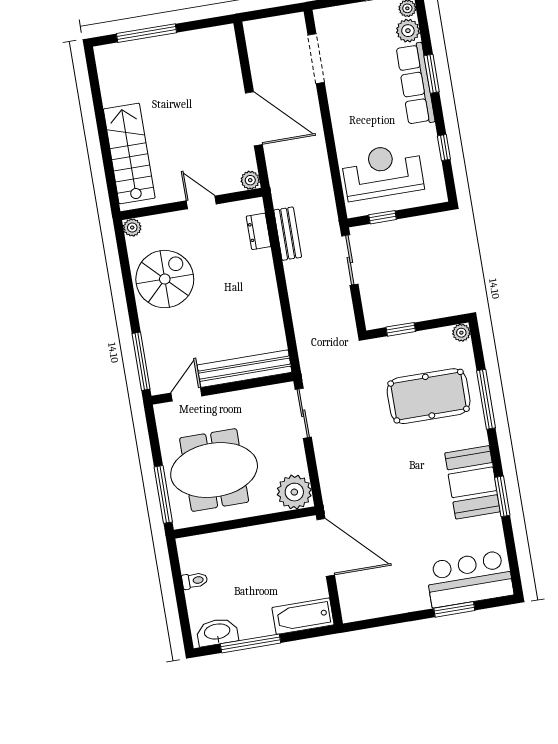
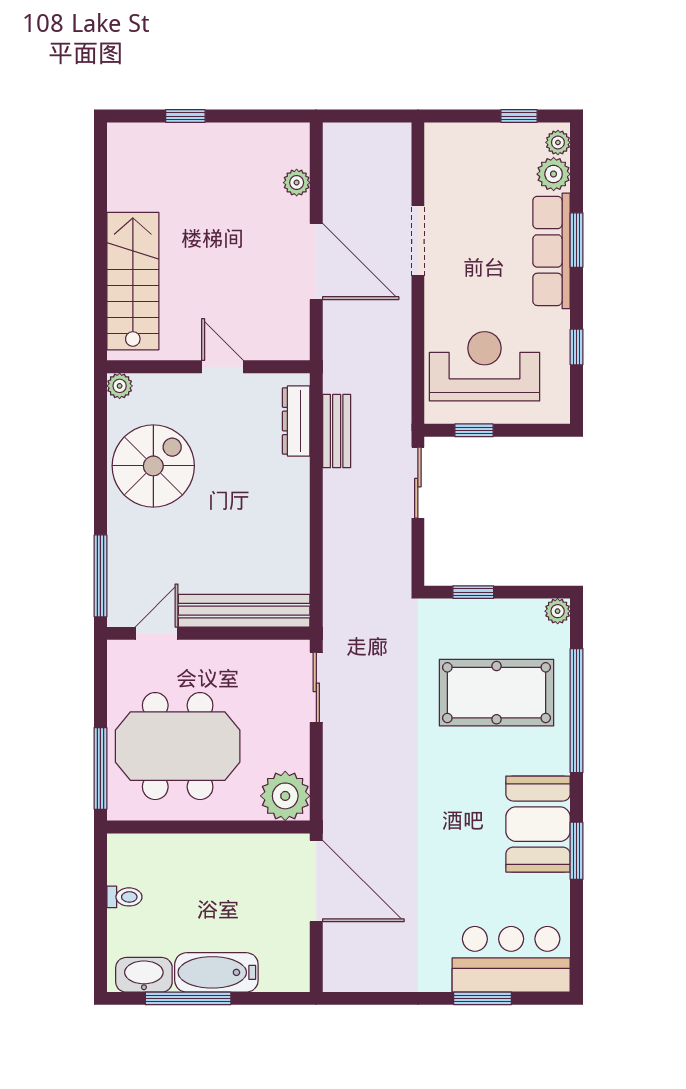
window: (146, 33) -> (185, 116), width x0.46
doorway: (316, 59) -> (418, 241), moved
plant: (250, 180) -> (297, 183), moved
dresser: (258, 231) -> (296, 421), width x1.44
window: (486, 399) -> (577, 711), width x1.46
bathtub: (303, 616) -> (216, 972), moved

